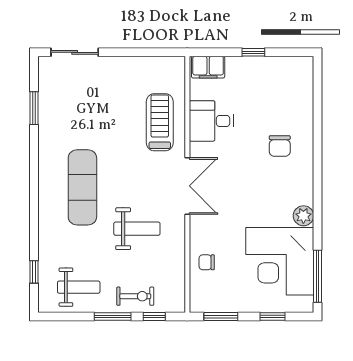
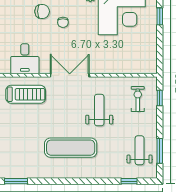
treadmill: (160, 122) -> (26, 94), turned 180
chair: (207, 262) -> (63, 22), moved
exercise bike: (135, 296) -> (138, 99), moved
window: (113, 316) -> (160, 151), moved
window: (221, 316) -> (160, 52), removed

